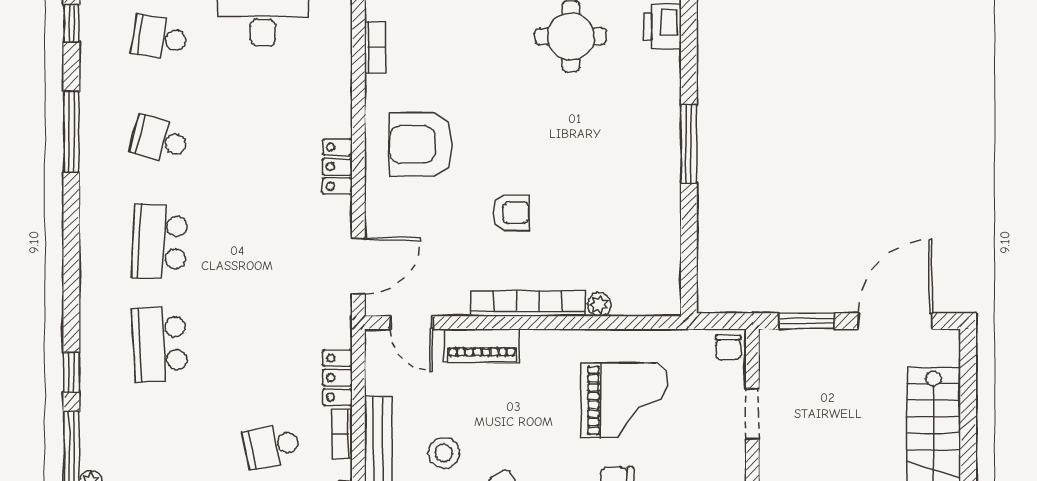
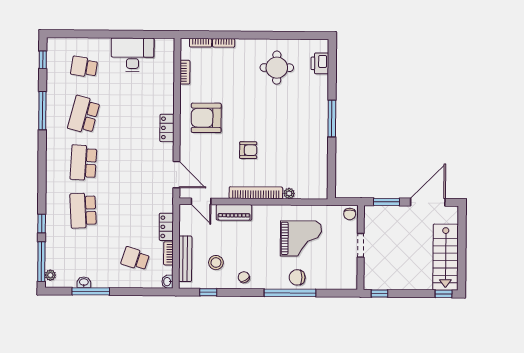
school desk: (160, 140) -> (84, 115), width x1.85
door: (358, 266) -> (176, 175), hinge flipped
school desk: (272, 446) -> (135, 259), turned 30

